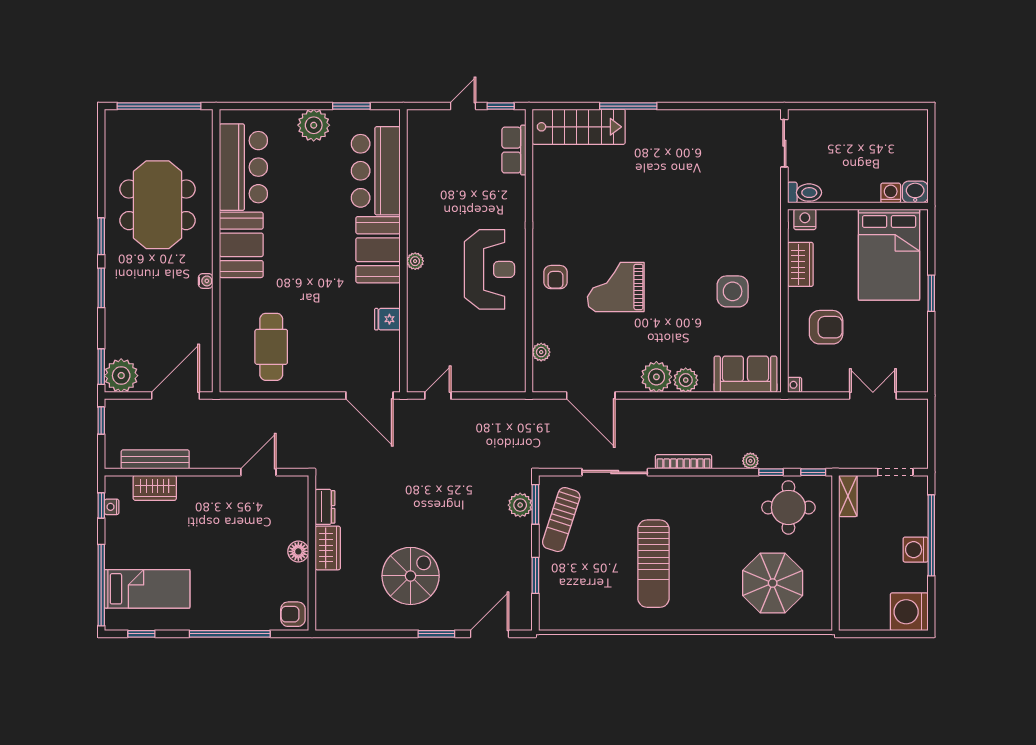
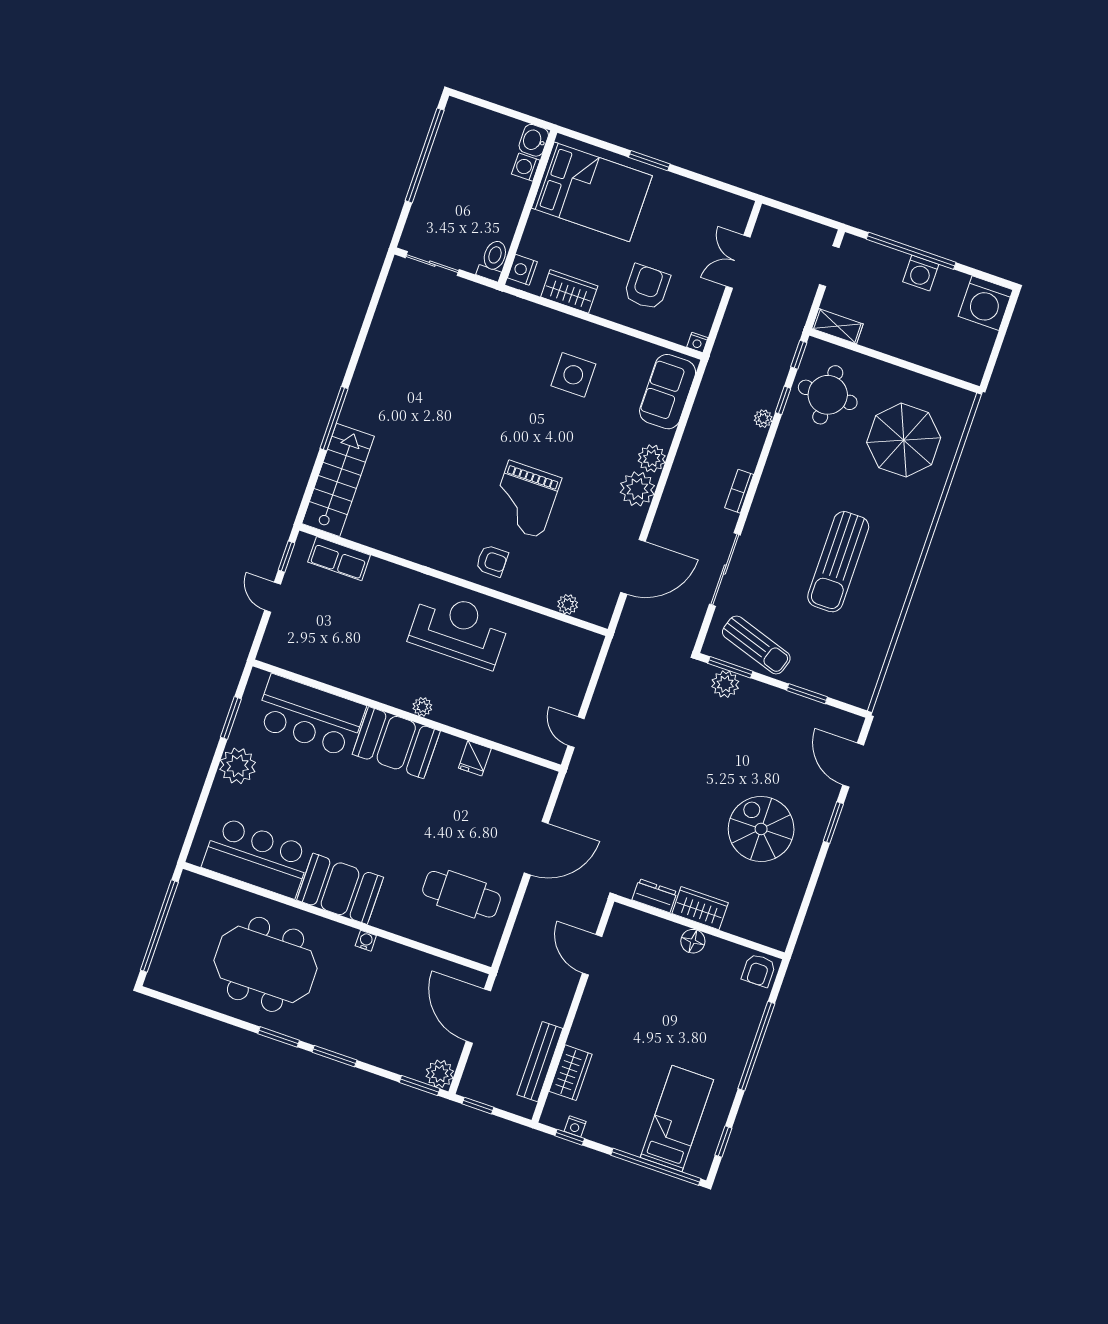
window: (872, 106) -> (425, 155), added
plant: (121, 376) -> (440, 1074), width x0.73, depth x0.73
door: (369, 395) -> (536, 848), moved
bookcase: (684, 462) -> (739, 491), width x0.64
sun lounger: (653, 564) -> (838, 562), turned 90

